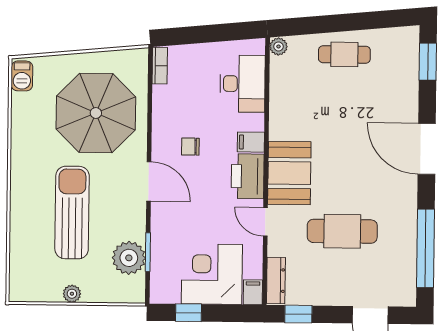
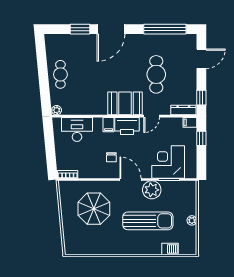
window: (428, 62) -> (80, 29), moved
barbecue: (22, 76) -> (170, 249), moved
parasol: (96, 113) -> (94, 209), width x0.73, depth x0.73
door: (149, 181) -> (131, 180), hinge flipped
sun lounger: (72, 213) -> (148, 221), turned 180
plant: (129, 258) -> (152, 190), moved
corner desk: (212, 274) -> (168, 162), moved, turned 90
window: (189, 313) -> (201, 138), moved

